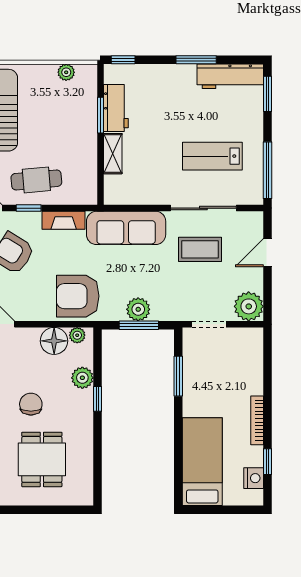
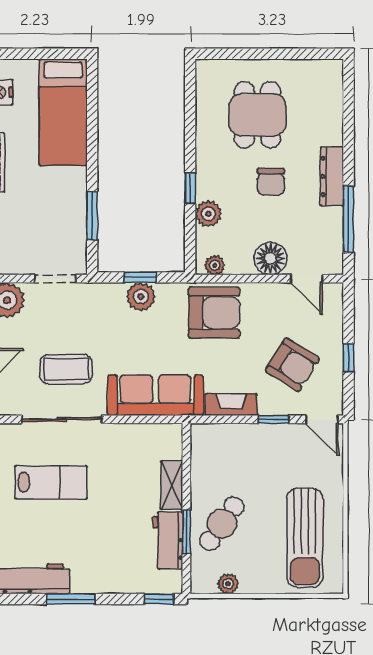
cafe table: (36, 180) -> (222, 524), moved, turned -50
window: (139, 325) -> (140, 277), width x0.67
floor lamp: (54, 341) -> (270, 258), moved

